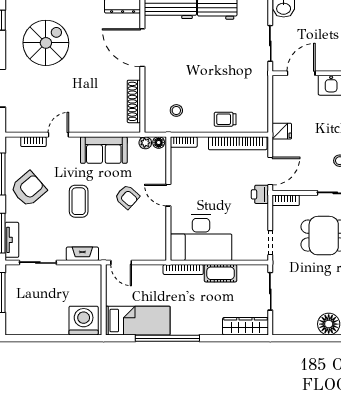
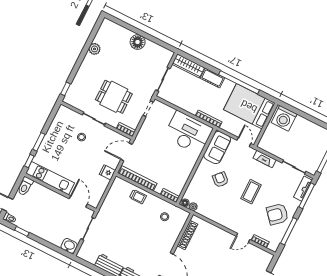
door: (301, 73) -> (78, 201), swing flipped
sofa: (104, 150) -> (217, 147), moved, turned 90
printer: (260, 194) -> (140, 141), removed
door: (168, 195) -> (195, 168), removed
cot: (221, 273) -> (213, 78), moved
bed: (138, 321) -> (249, 106), width x1.50

